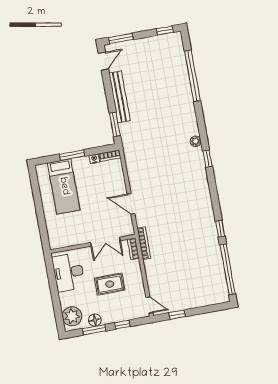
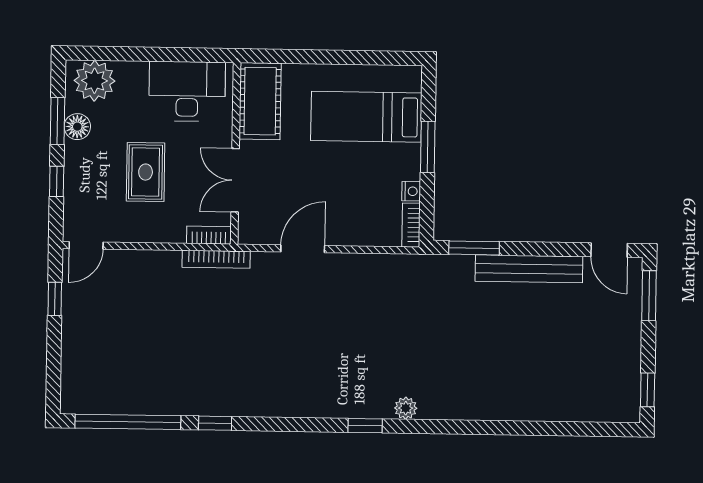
window: (192, 76) -> (543, 428), removed
cot: (66, 237) -> (260, 101), added

